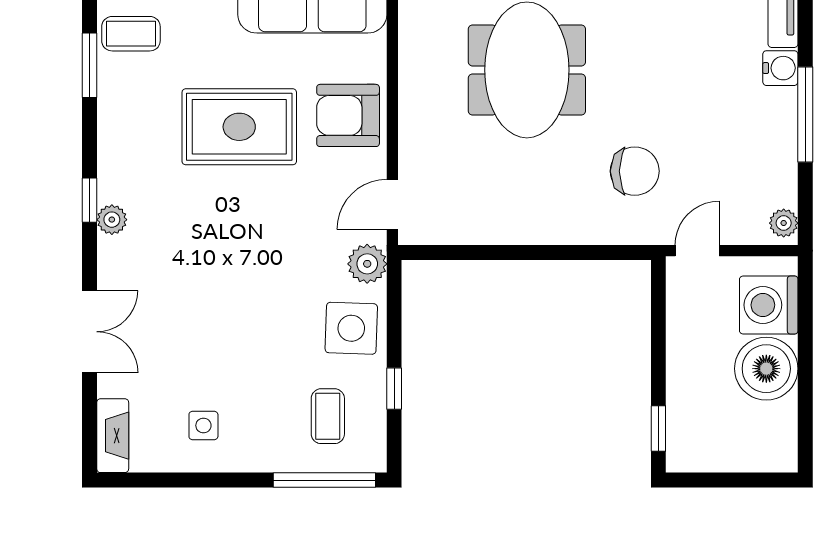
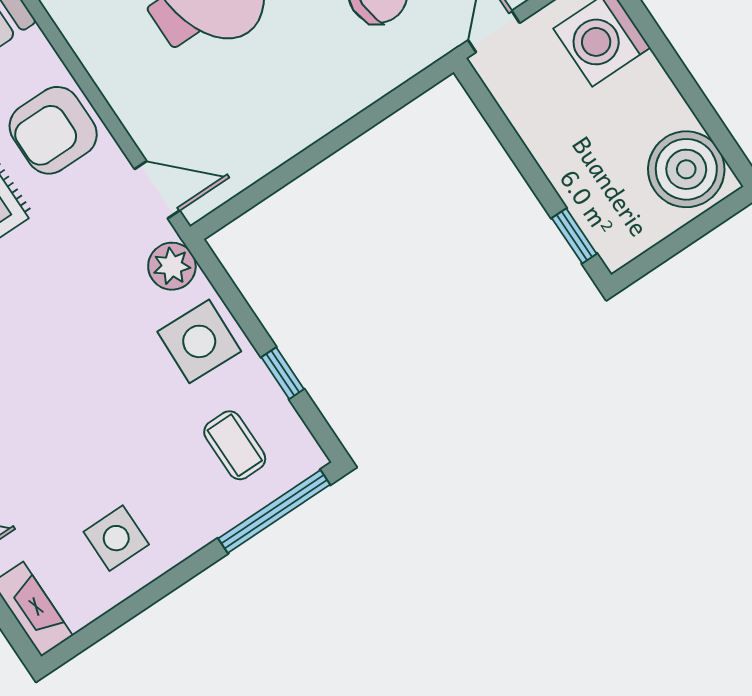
door: (392, 204) -> (157, 190), swing flipped
boiler: (766, 369) -> (686, 169), moved
side table: (203, 425) -> (116, 538), width x1.37, depth x1.37

